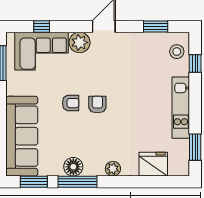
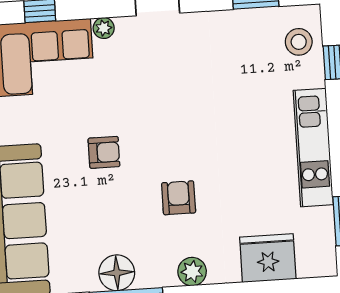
plant: (80, 42) -> (104, 28), width x0.53, depth x0.53
armchair: (97, 104) -> (179, 198), moved

